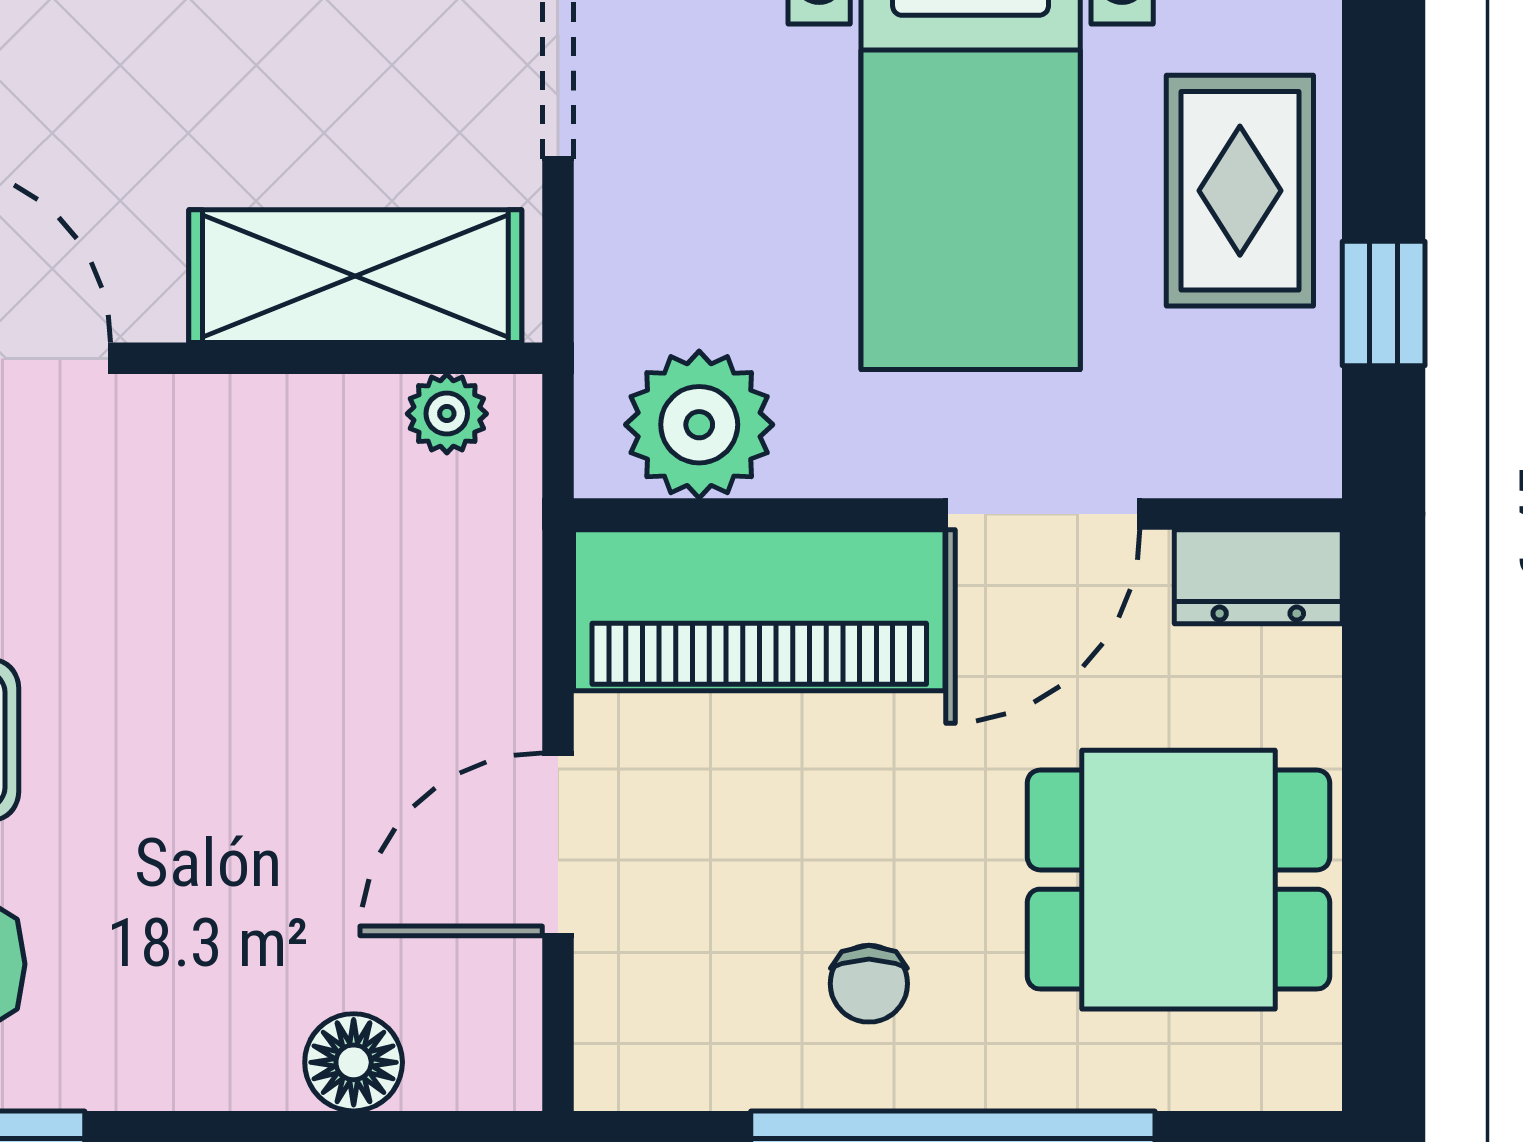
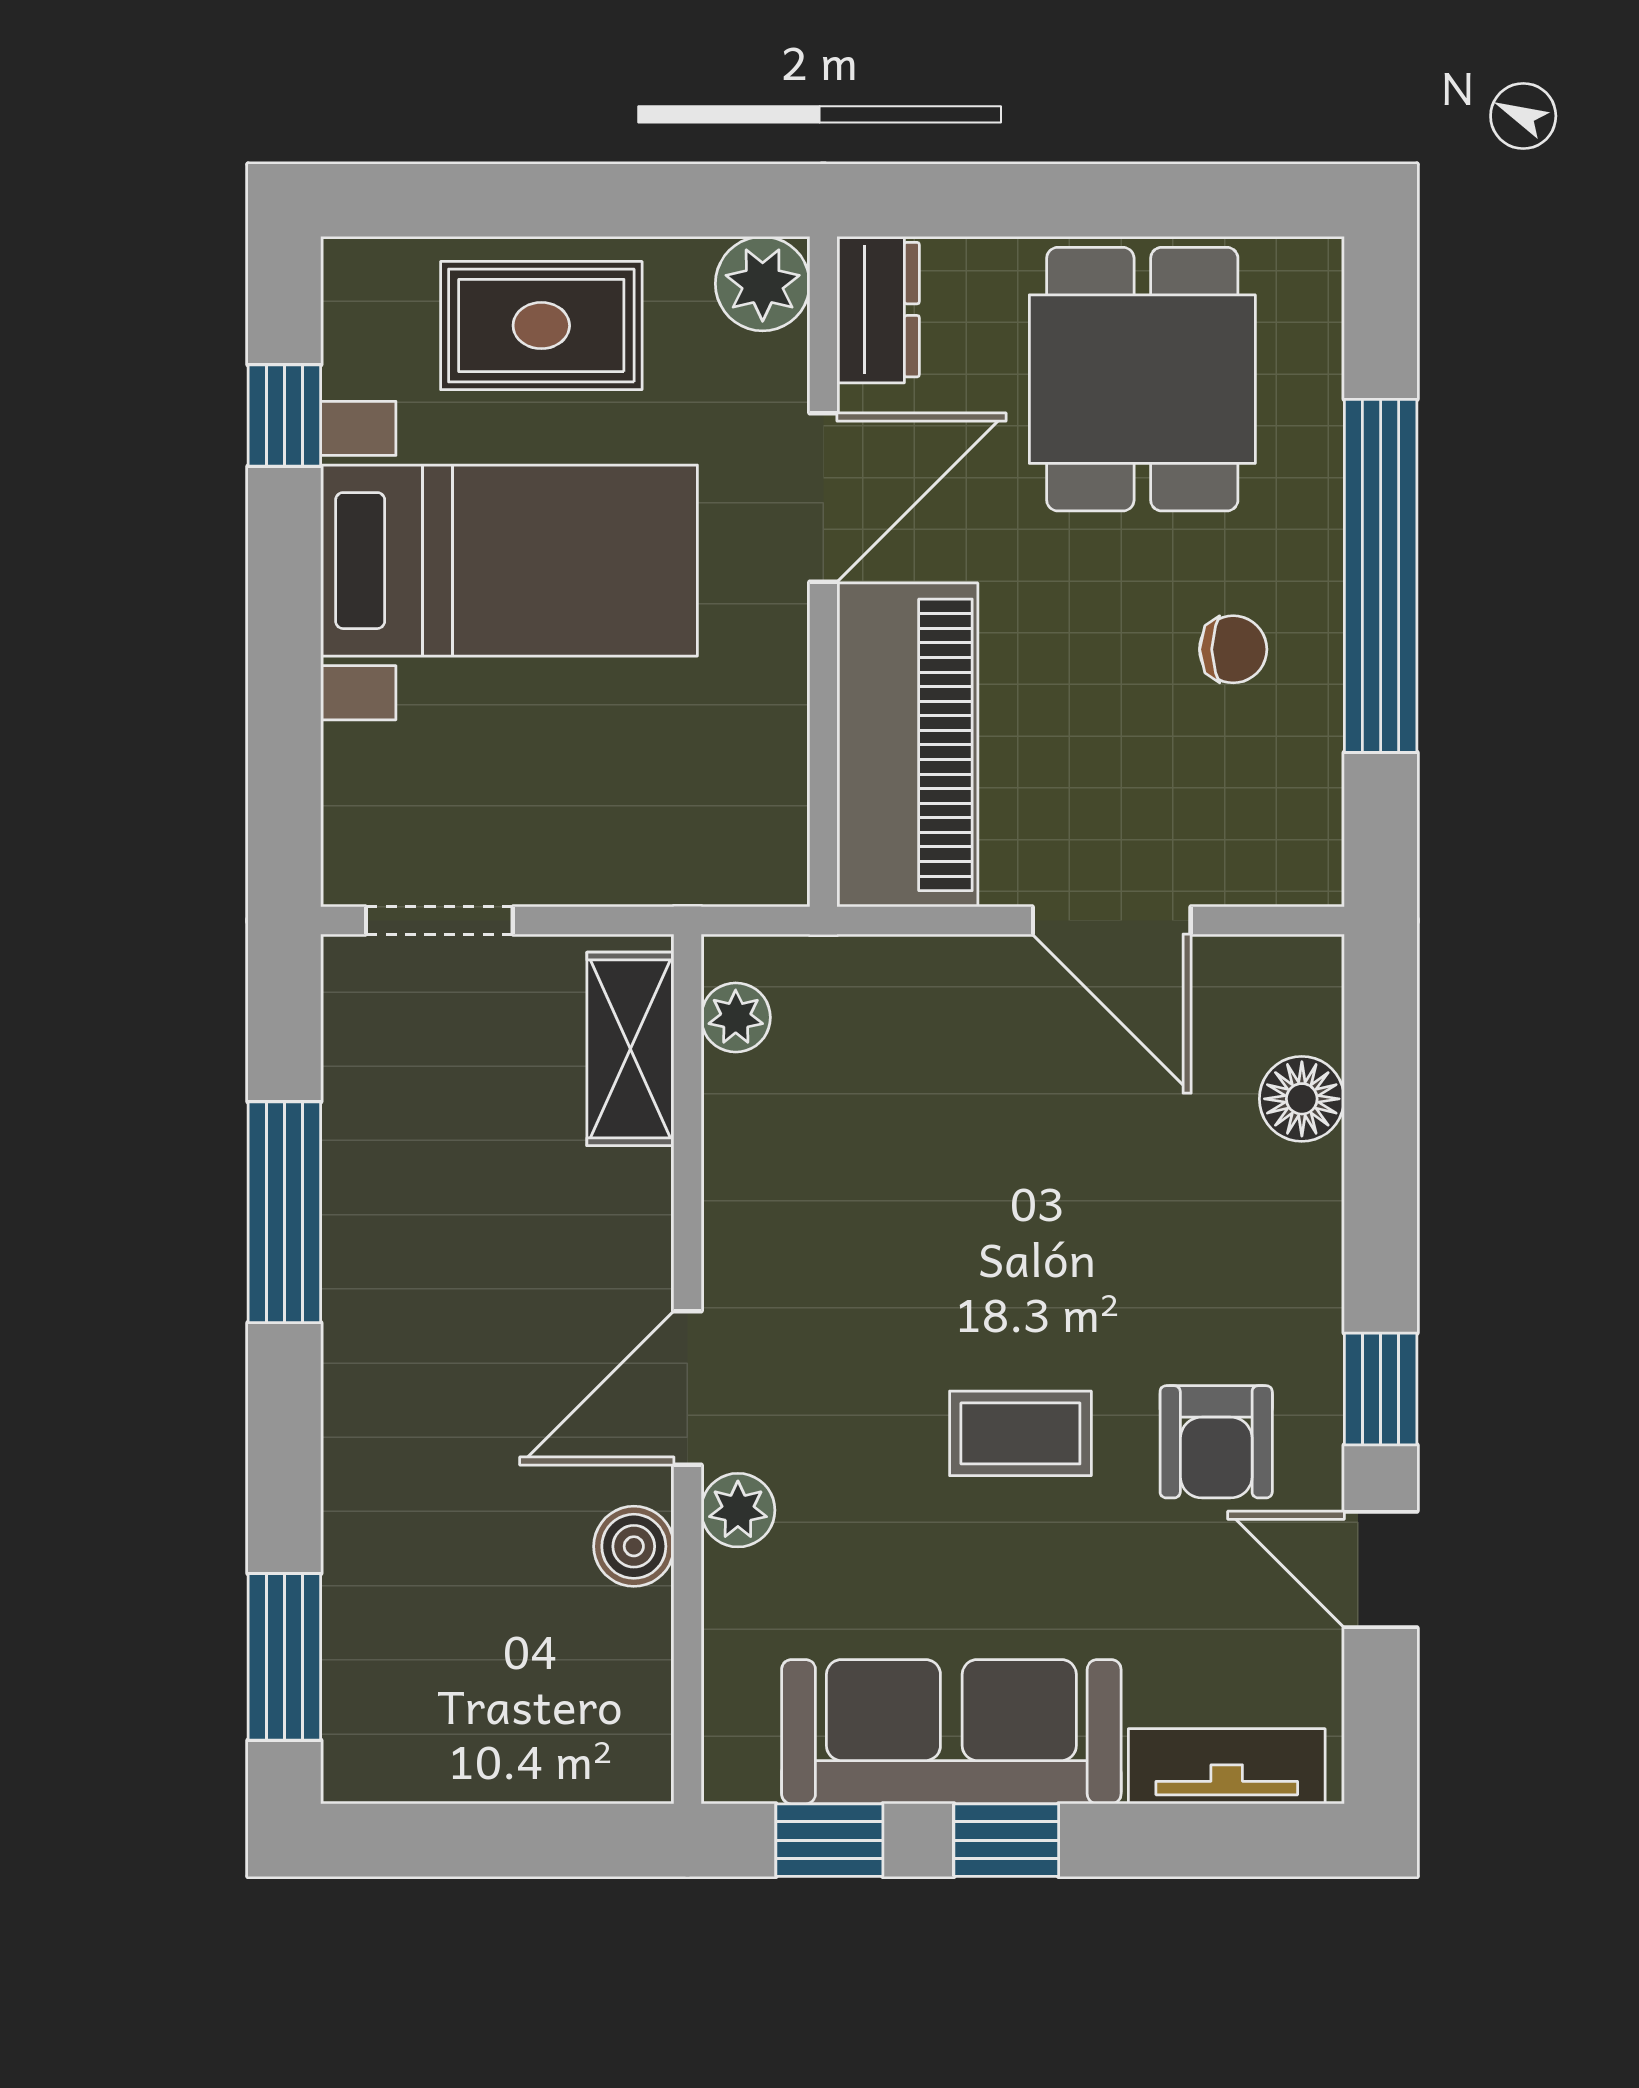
shelving: (355, 276) -> (630, 1049), width x0.67, depth x0.75
window: (1384, 303) -> (640, 200), removed
plant: (699, 425) -> (763, 284), moved, width x0.73, depth x0.73
door: (1043, 514) -> (823, 498), hinge flipped

